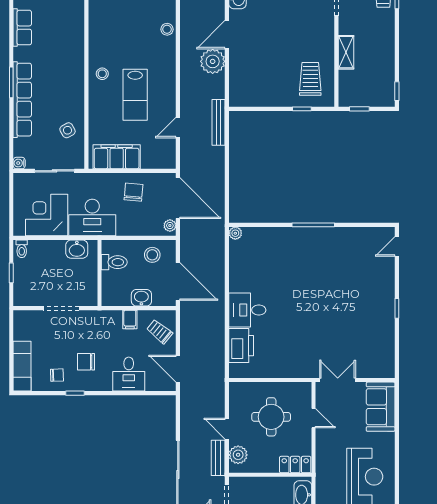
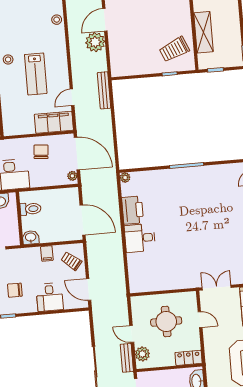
shelving: (346, 52) -> (203, 32), width x1.50, depth x1.33
trolley: (310, 79) -> (174, 49), turned -113
filing cabinet: (117, 157) -> (54, 122), moved
stool: (152, 255) -> (60, 200), removed
washbasin: (141, 298) -> (31, 237), moved
printer: (241, 346) -> (133, 210), moved

